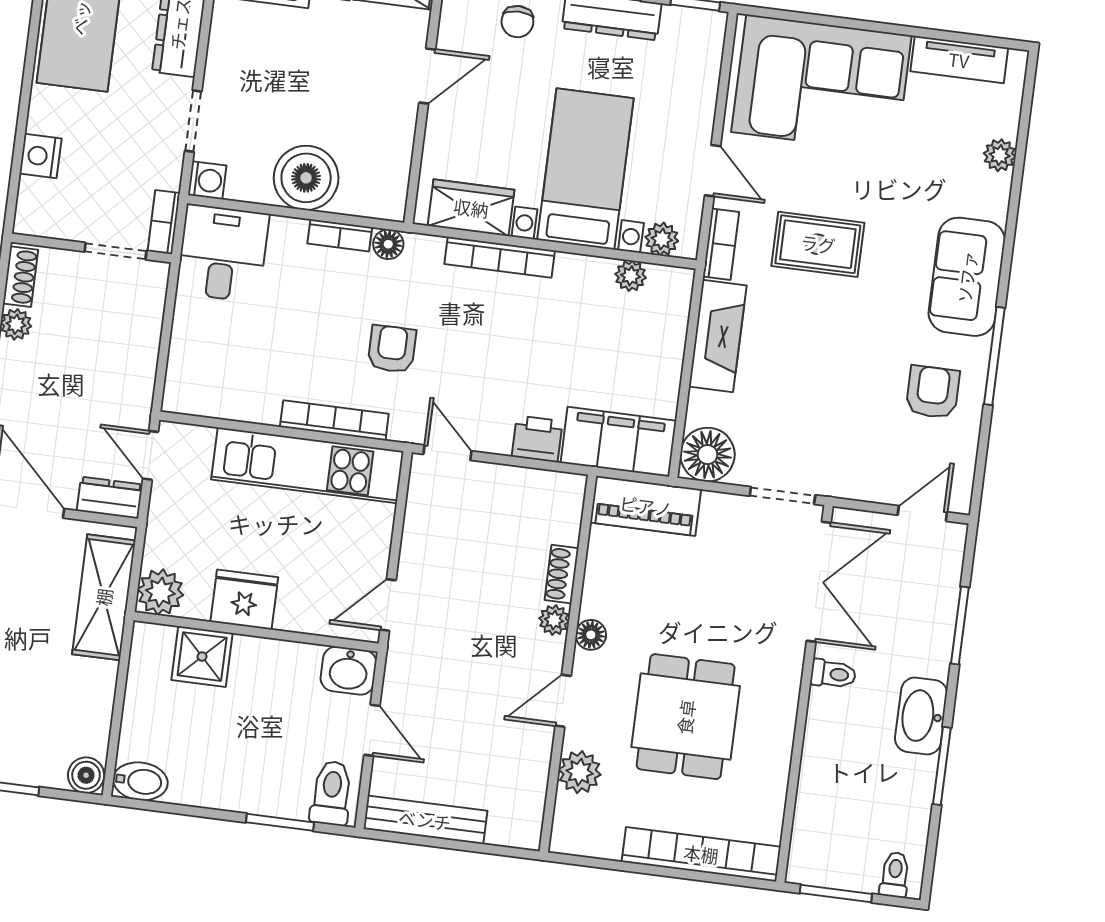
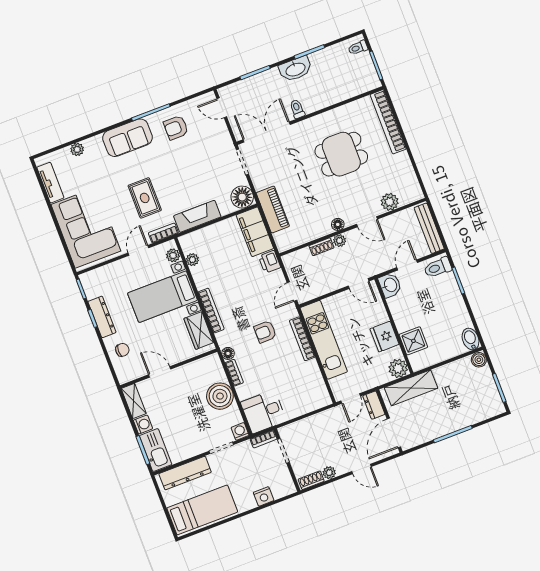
shoe rack: (562, 574) -> (322, 247), moved
plant: (554, 620) -> (340, 241), moved
floor lamp: (591, 635) -> (338, 224), moved
wall: (568, 664) -> (353, 227), moved
door: (563, 701) -> (367, 222), moved
plant: (580, 772) -> (390, 202), moved

